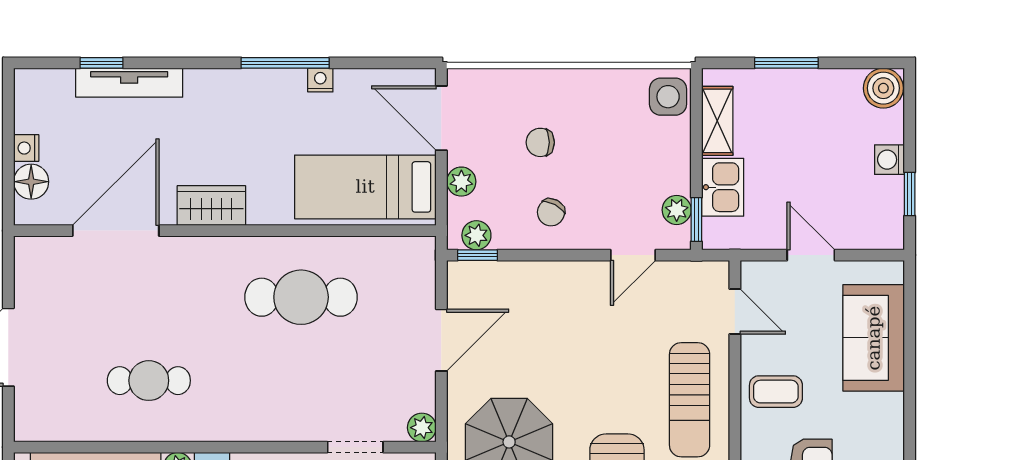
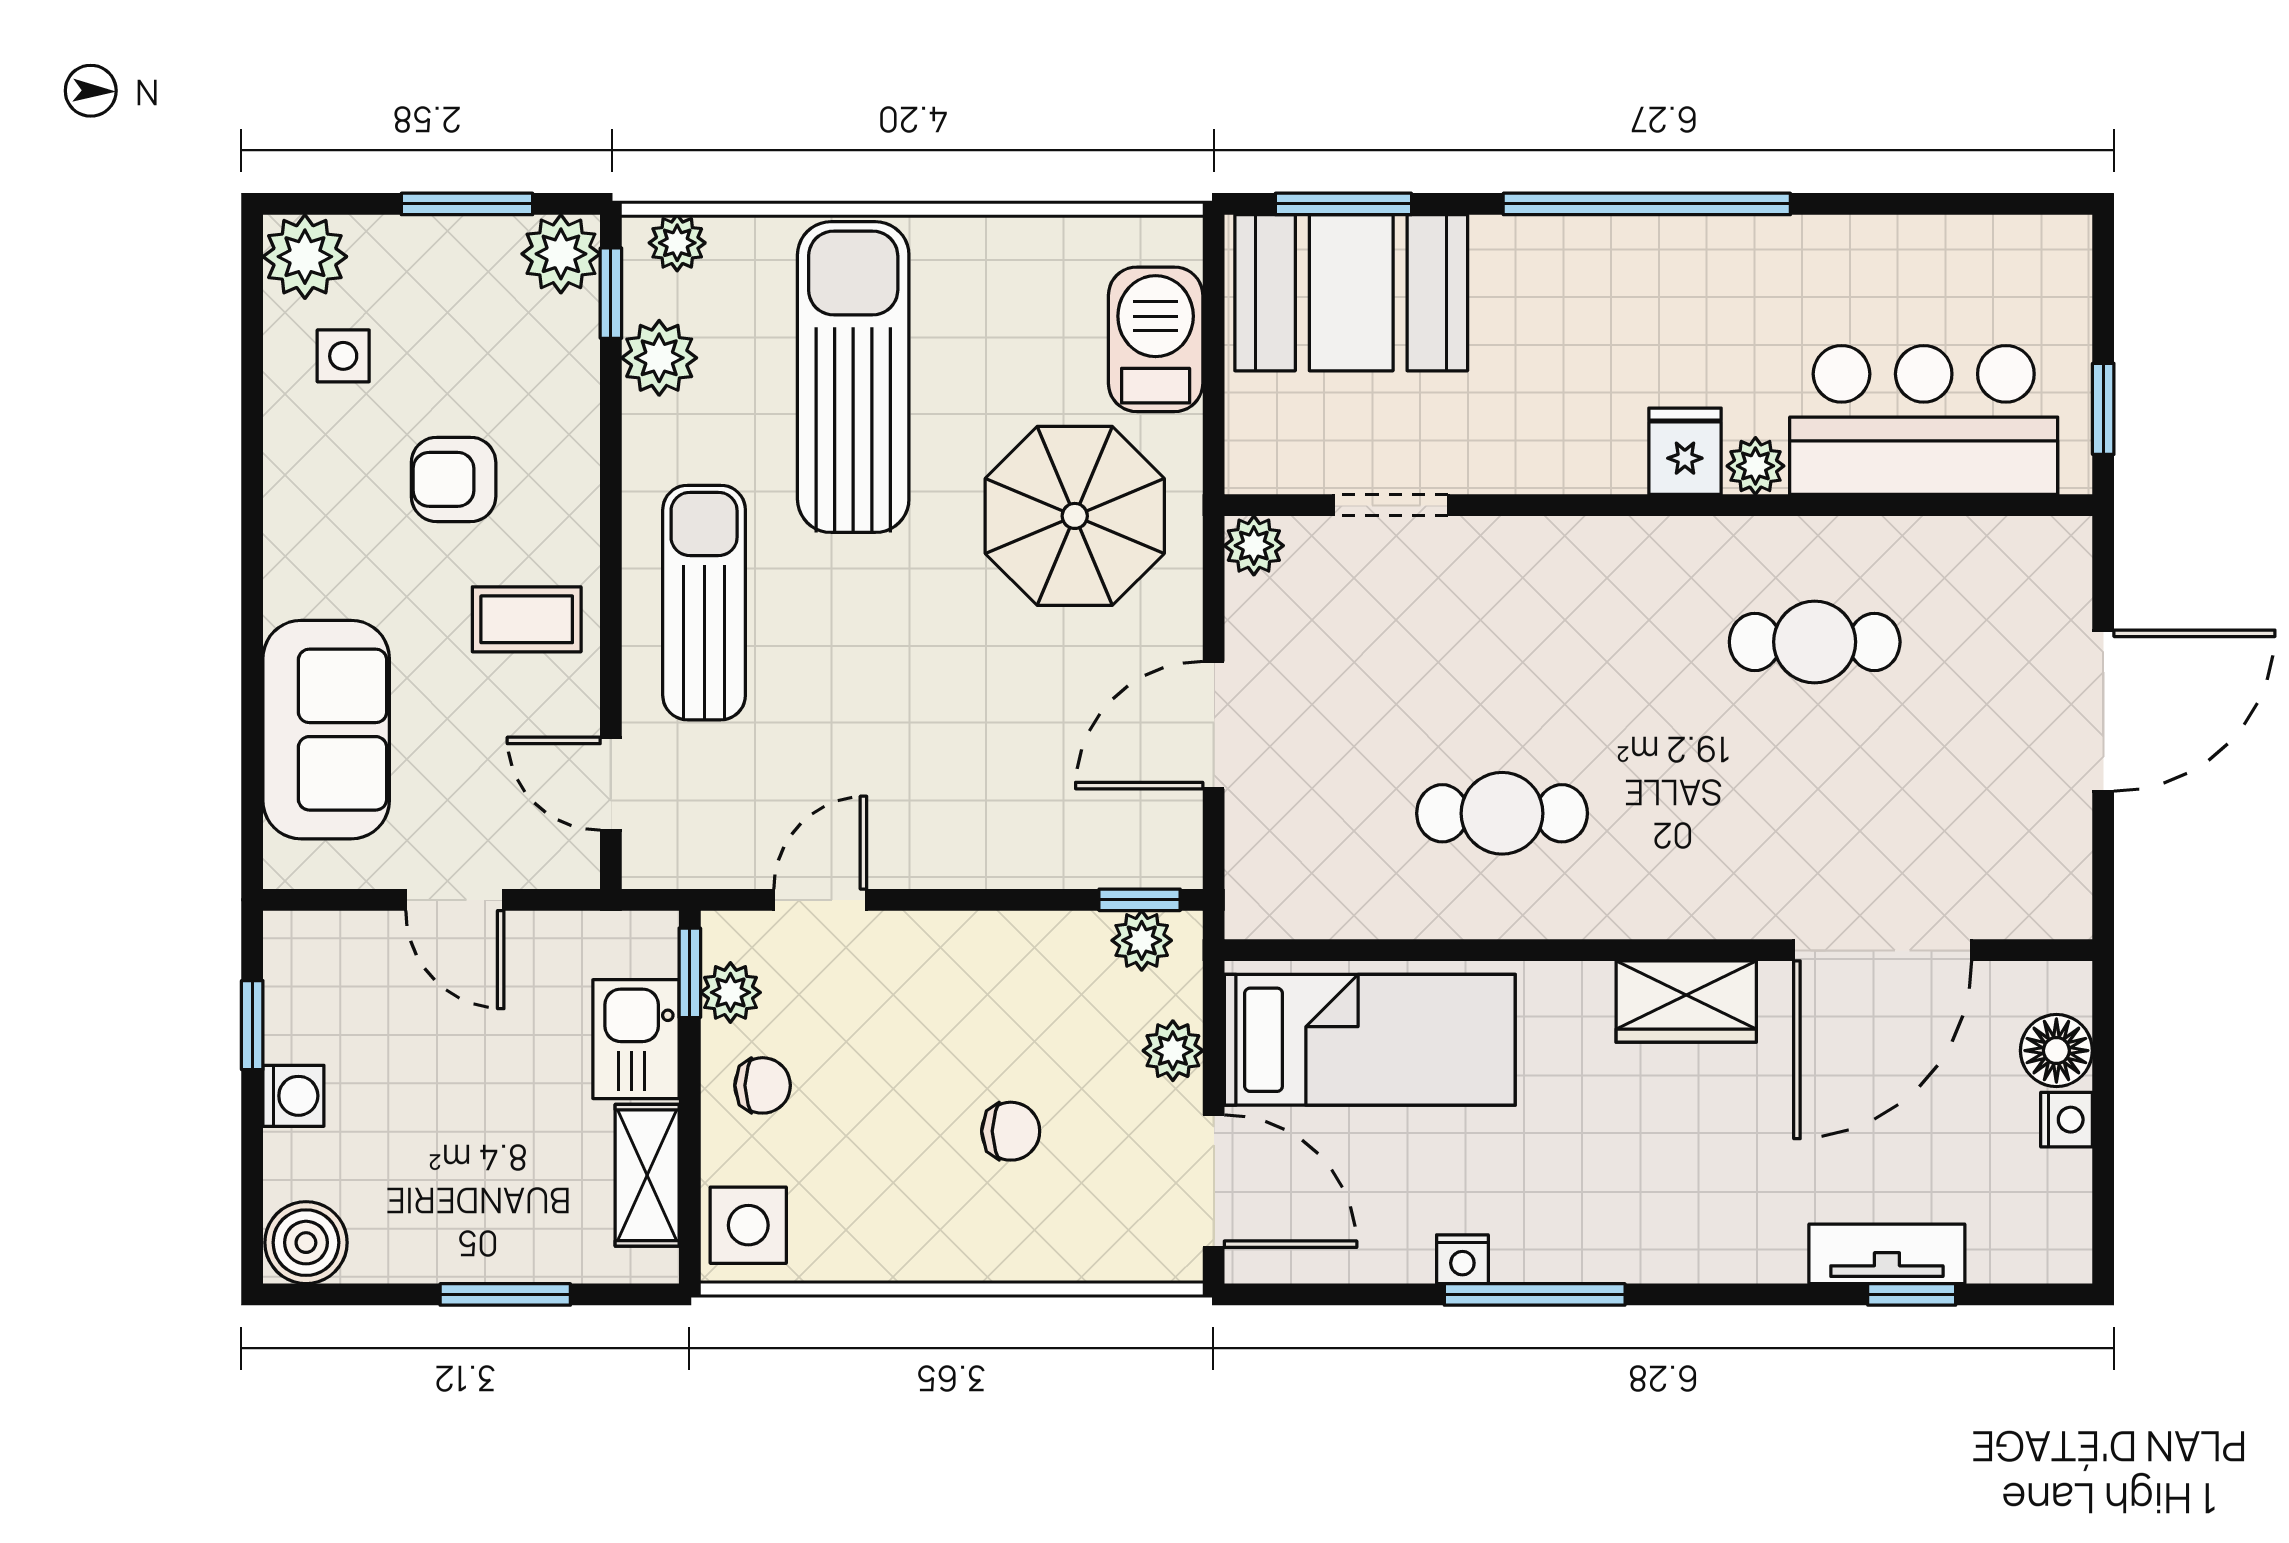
tv unit: (129, 83) -> (1887, 1254), width x0.71
chair: (551, 212) -> (763, 1085), moved, turned 62
cafe table: (301, 297) -> (1502, 813), width x0.73, depth x0.74

